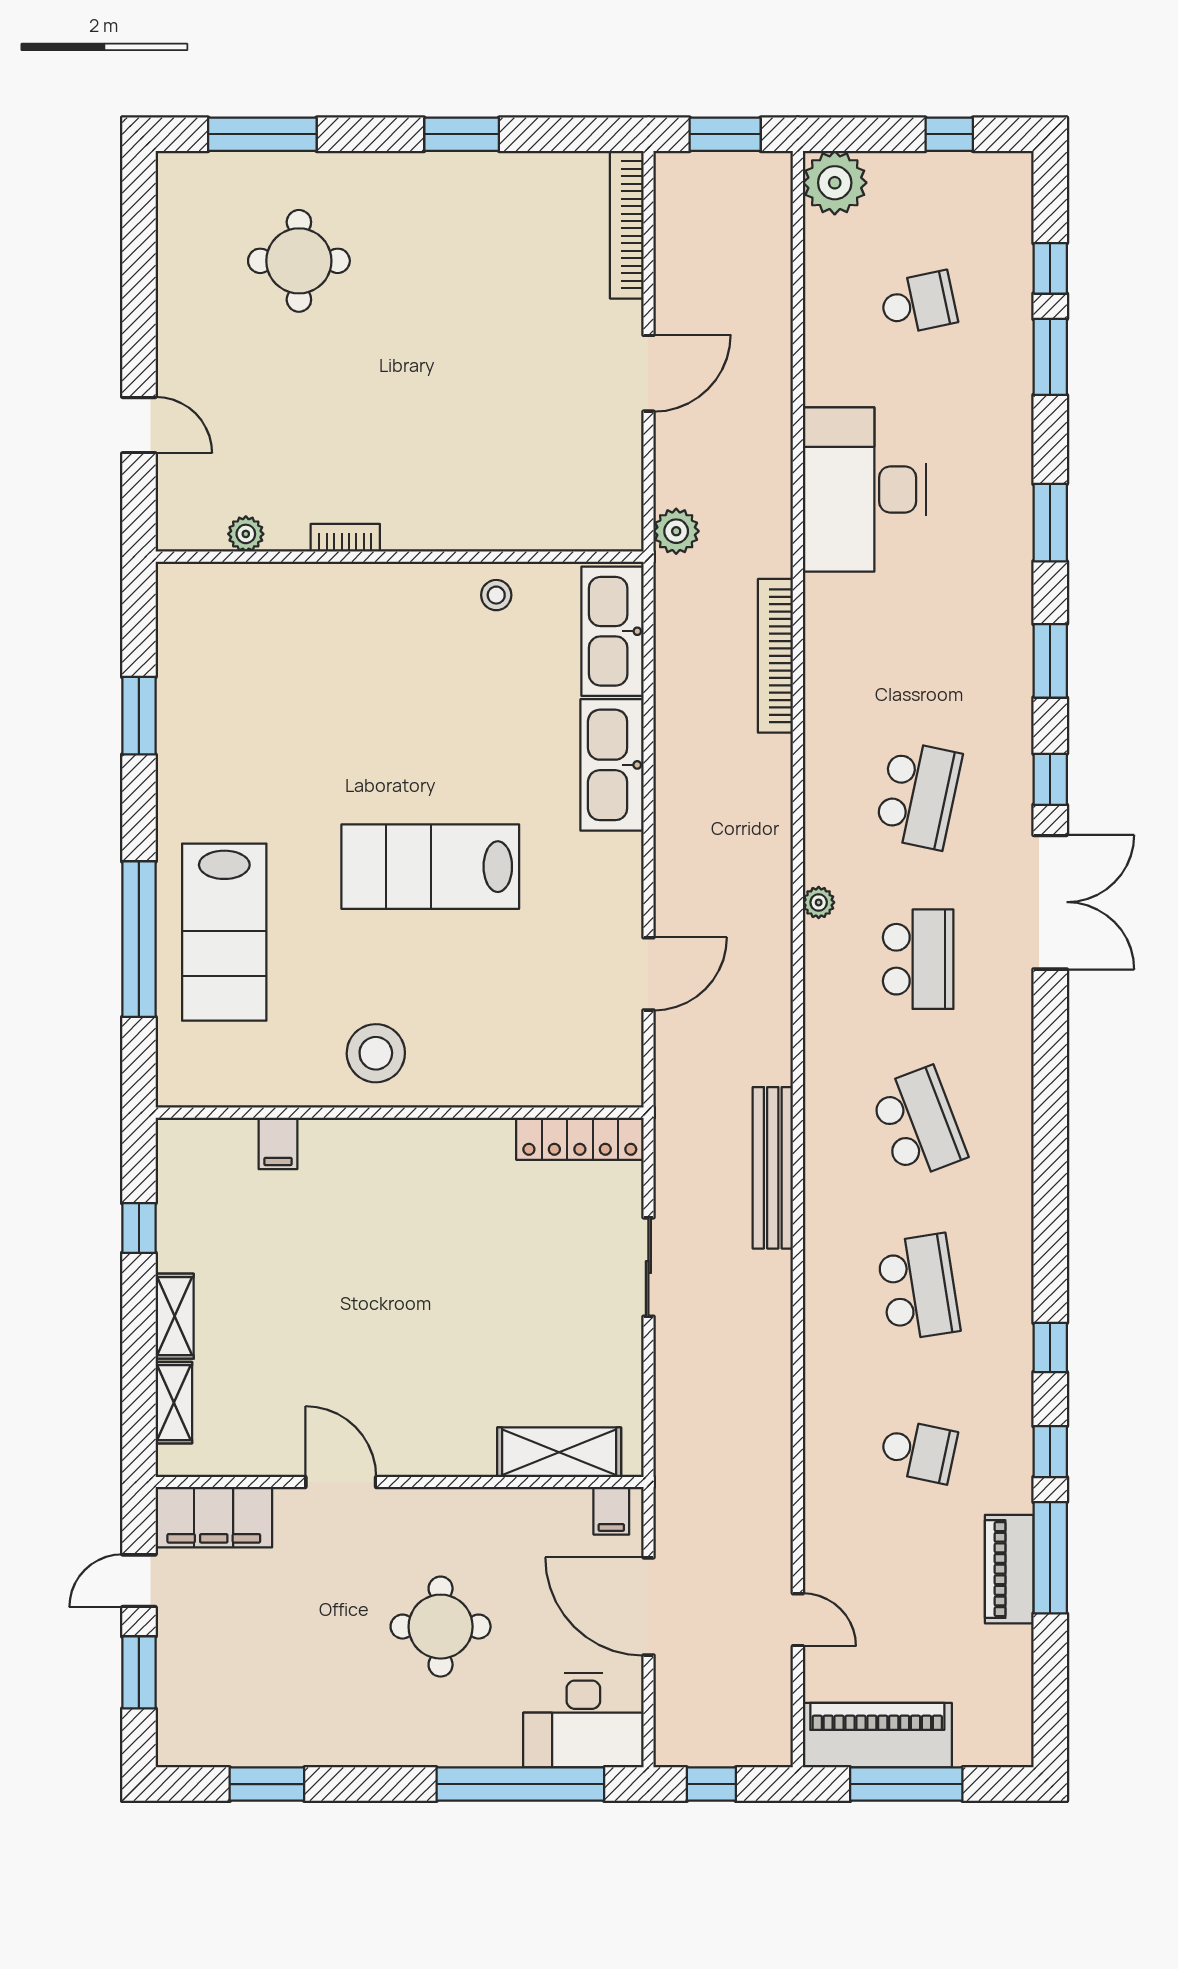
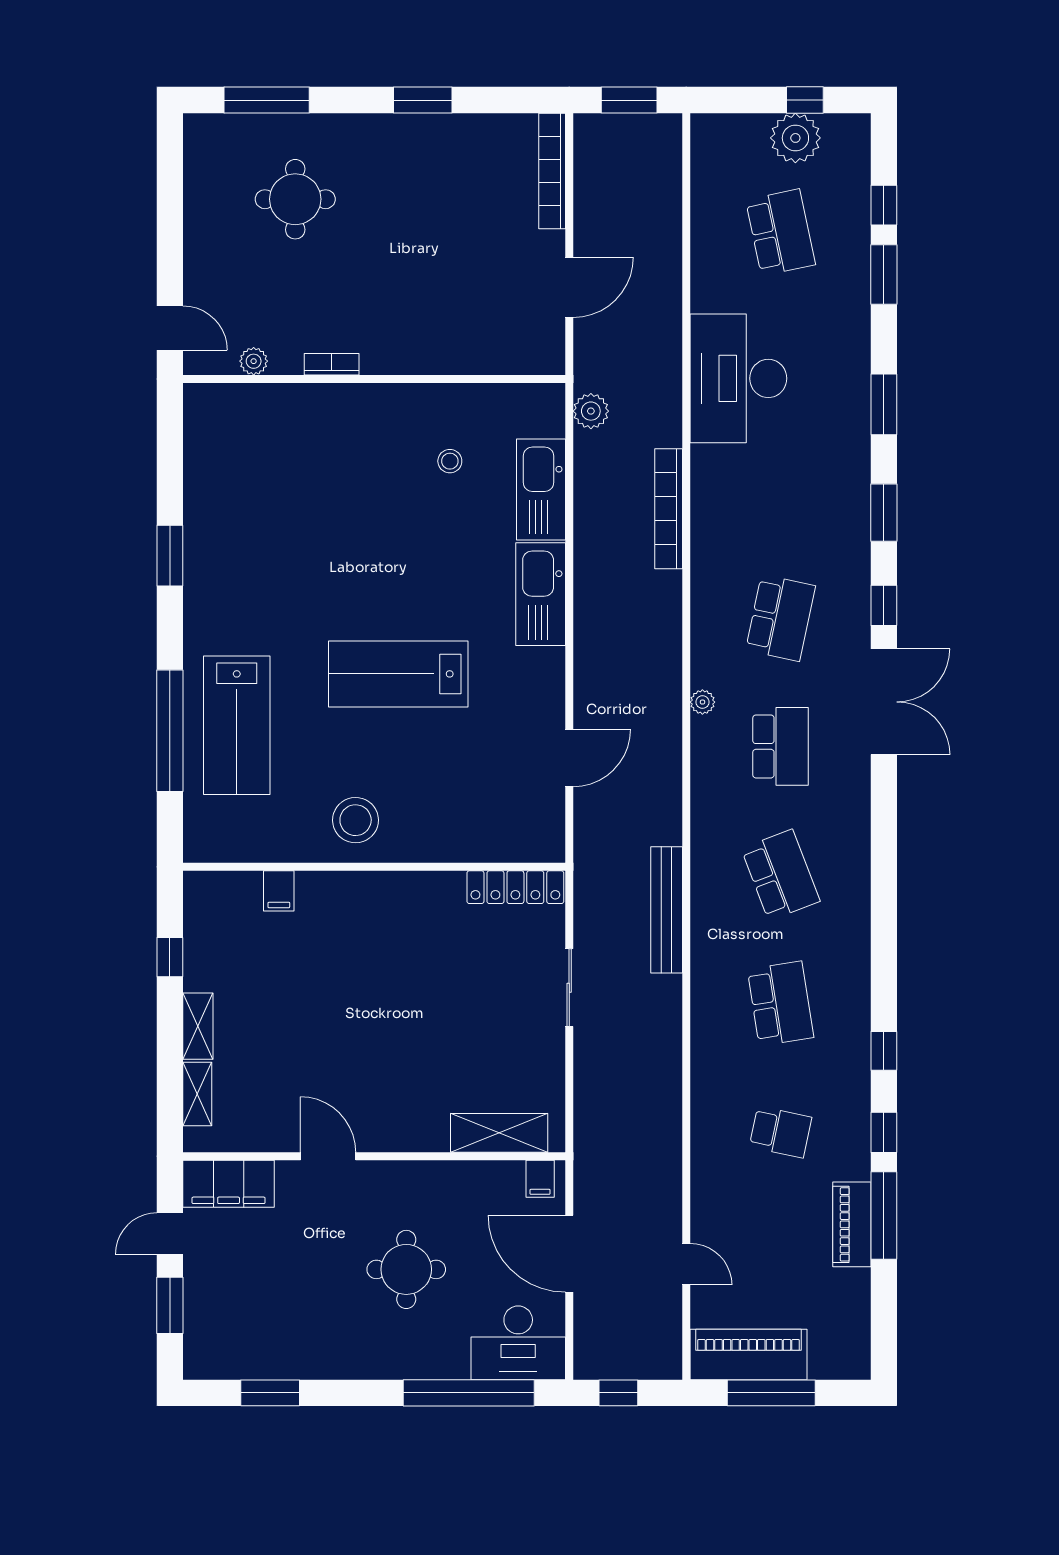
plant: (835, 183) -> (795, 138), moved
school desk: (918, 303) -> (781, 232), width x1.85
plant: (246, 534) -> (254, 361), moved
bookcase: (345, 538) -> (332, 364), moved
wall: (400, 557) -> (374, 379), moved

